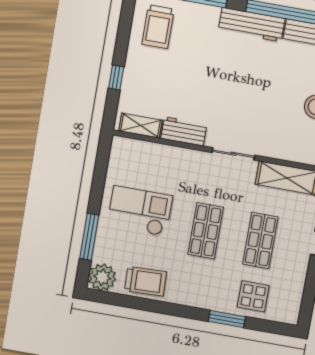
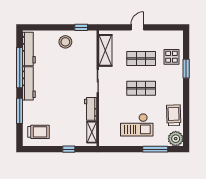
checkout: (140, 211) -> (137, 125), turned -90

